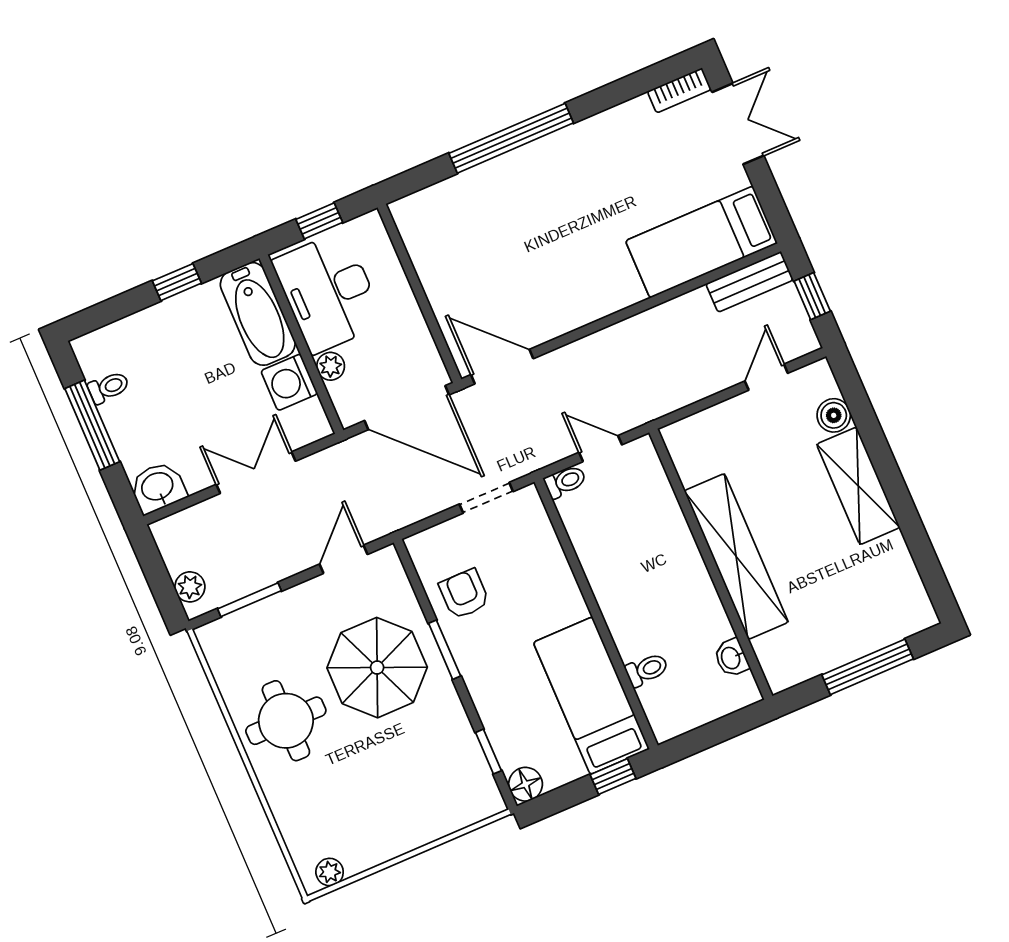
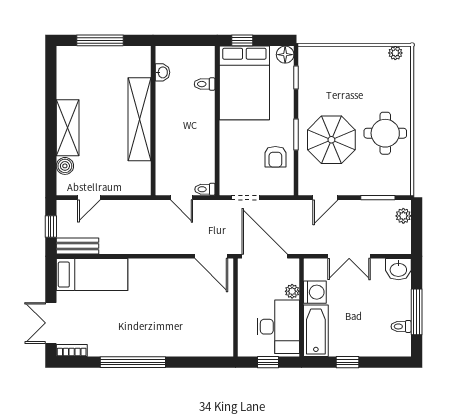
window: (511, 138) -> (133, 362), moved
bed: (591, 696) -> (244, 83), width x1.50

